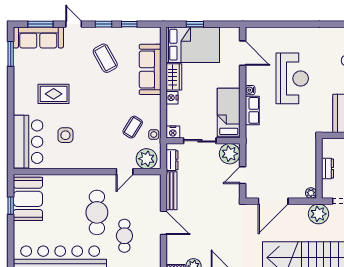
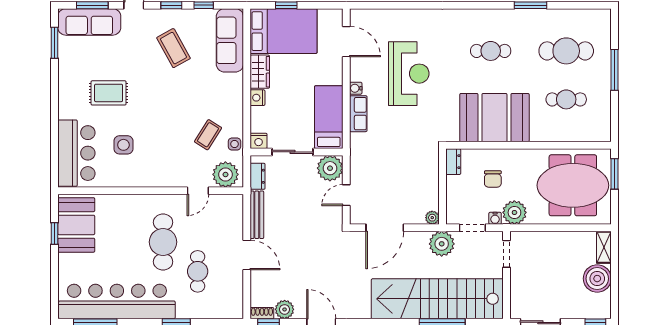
sofa: (150, 69) -> (230, 40), moved
dresser: (328, 169) -> (453, 162), moved

